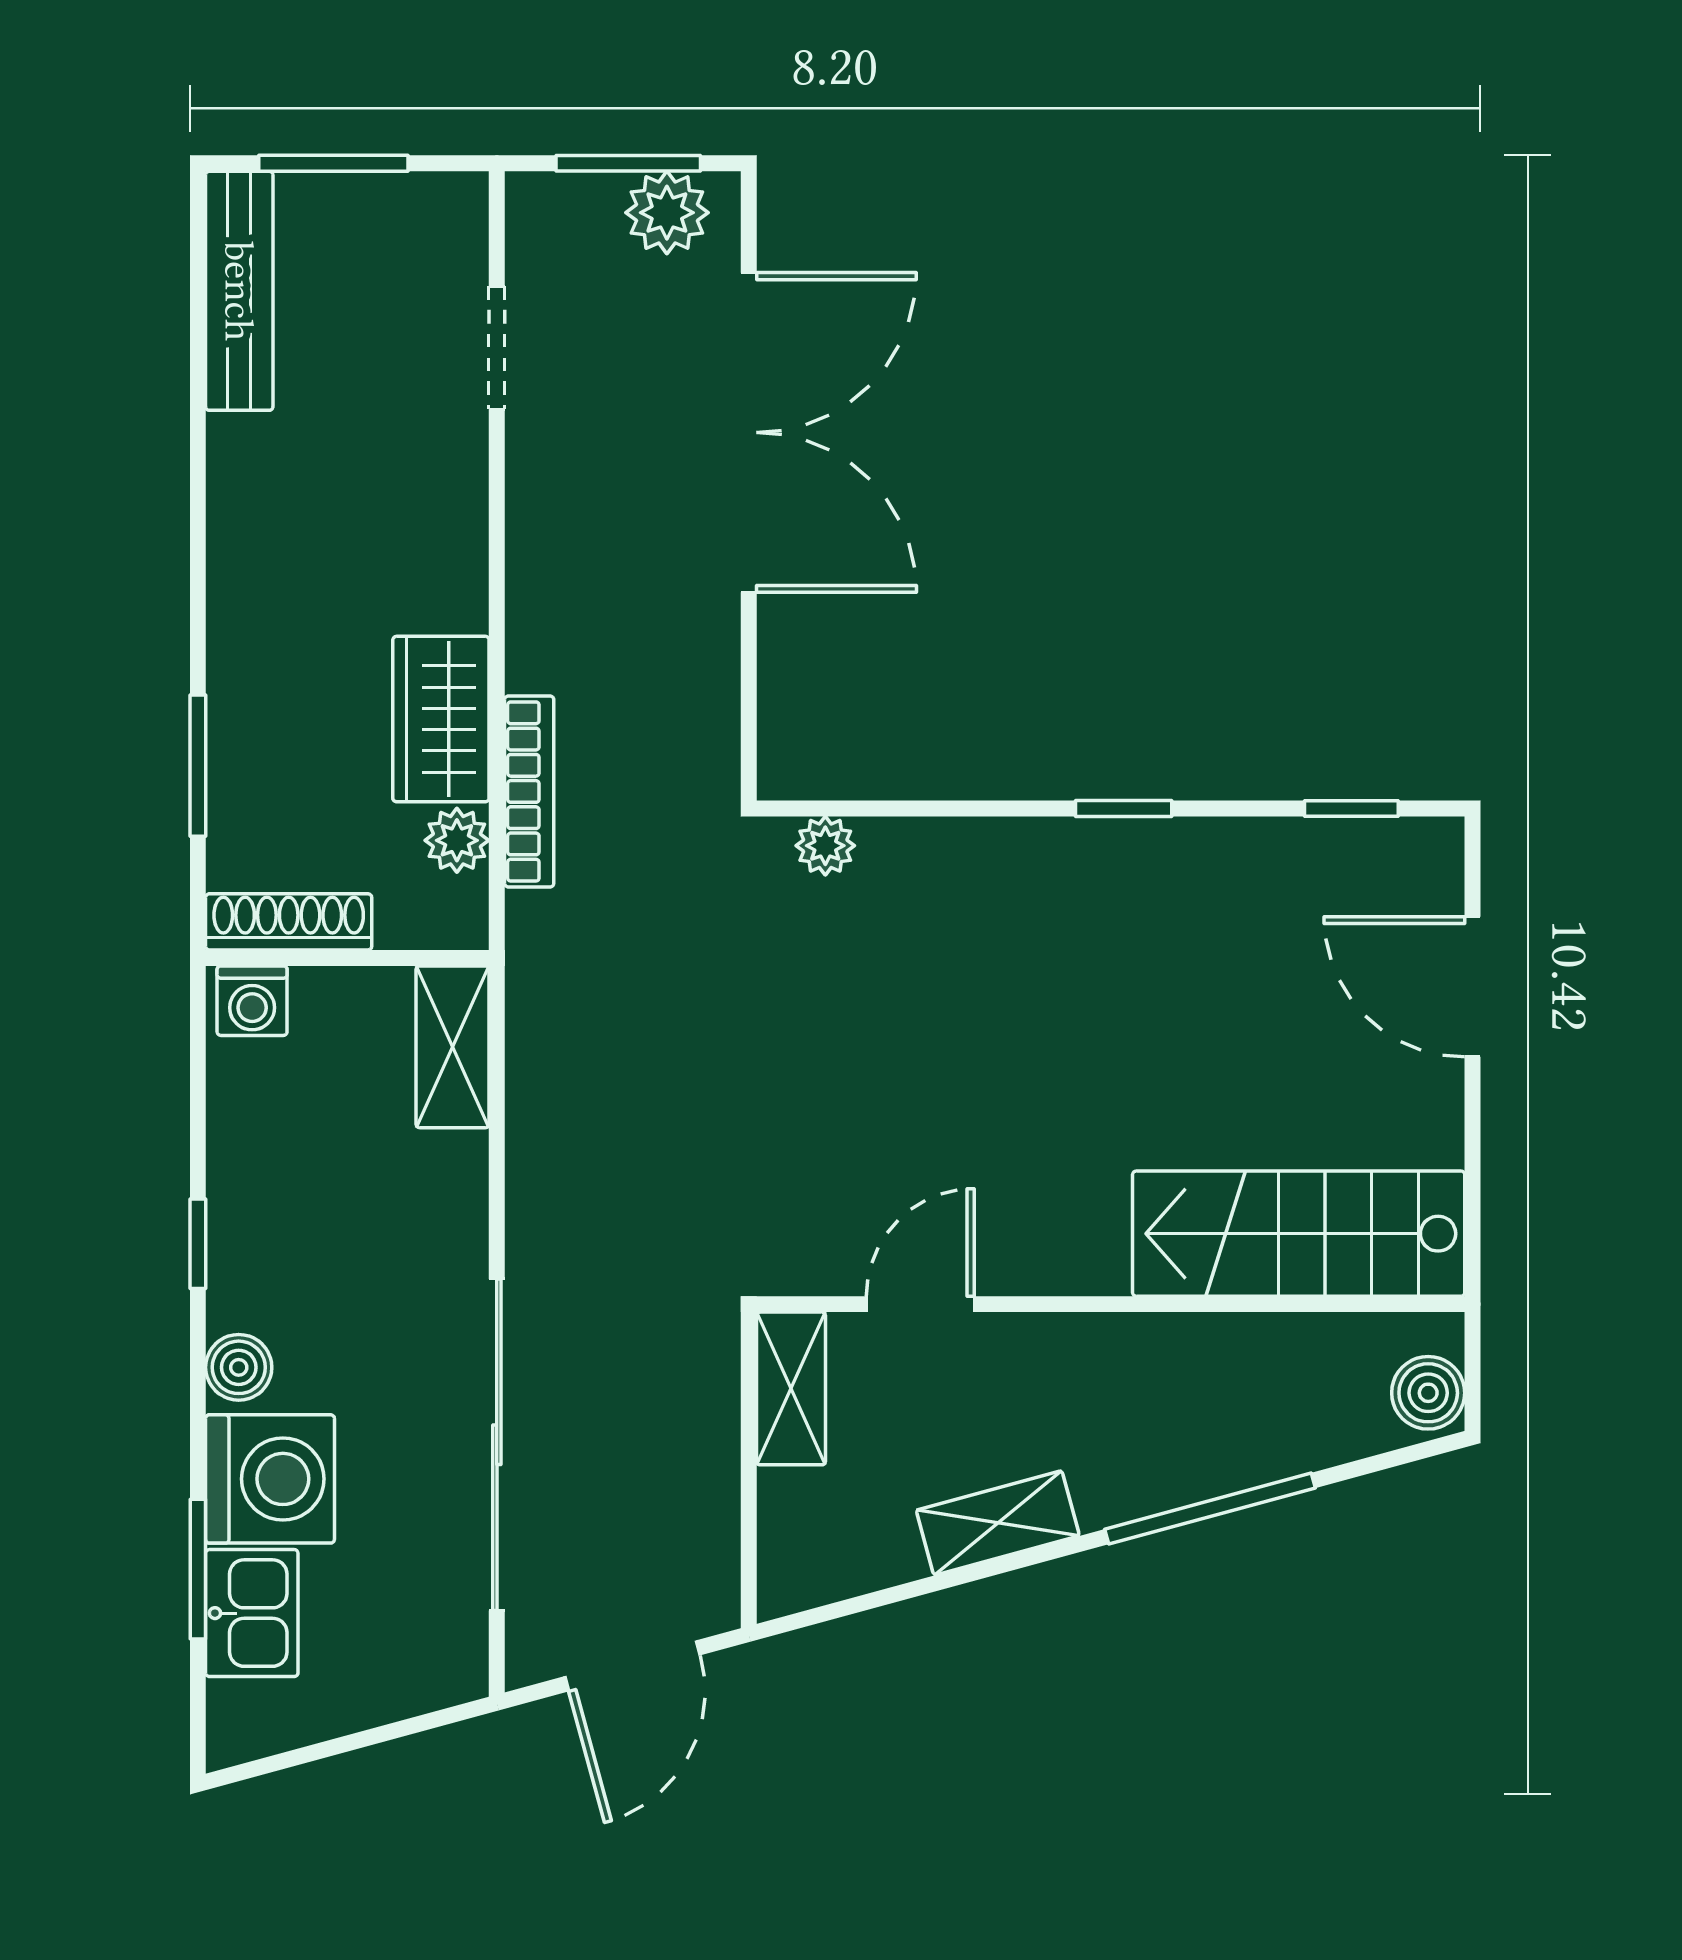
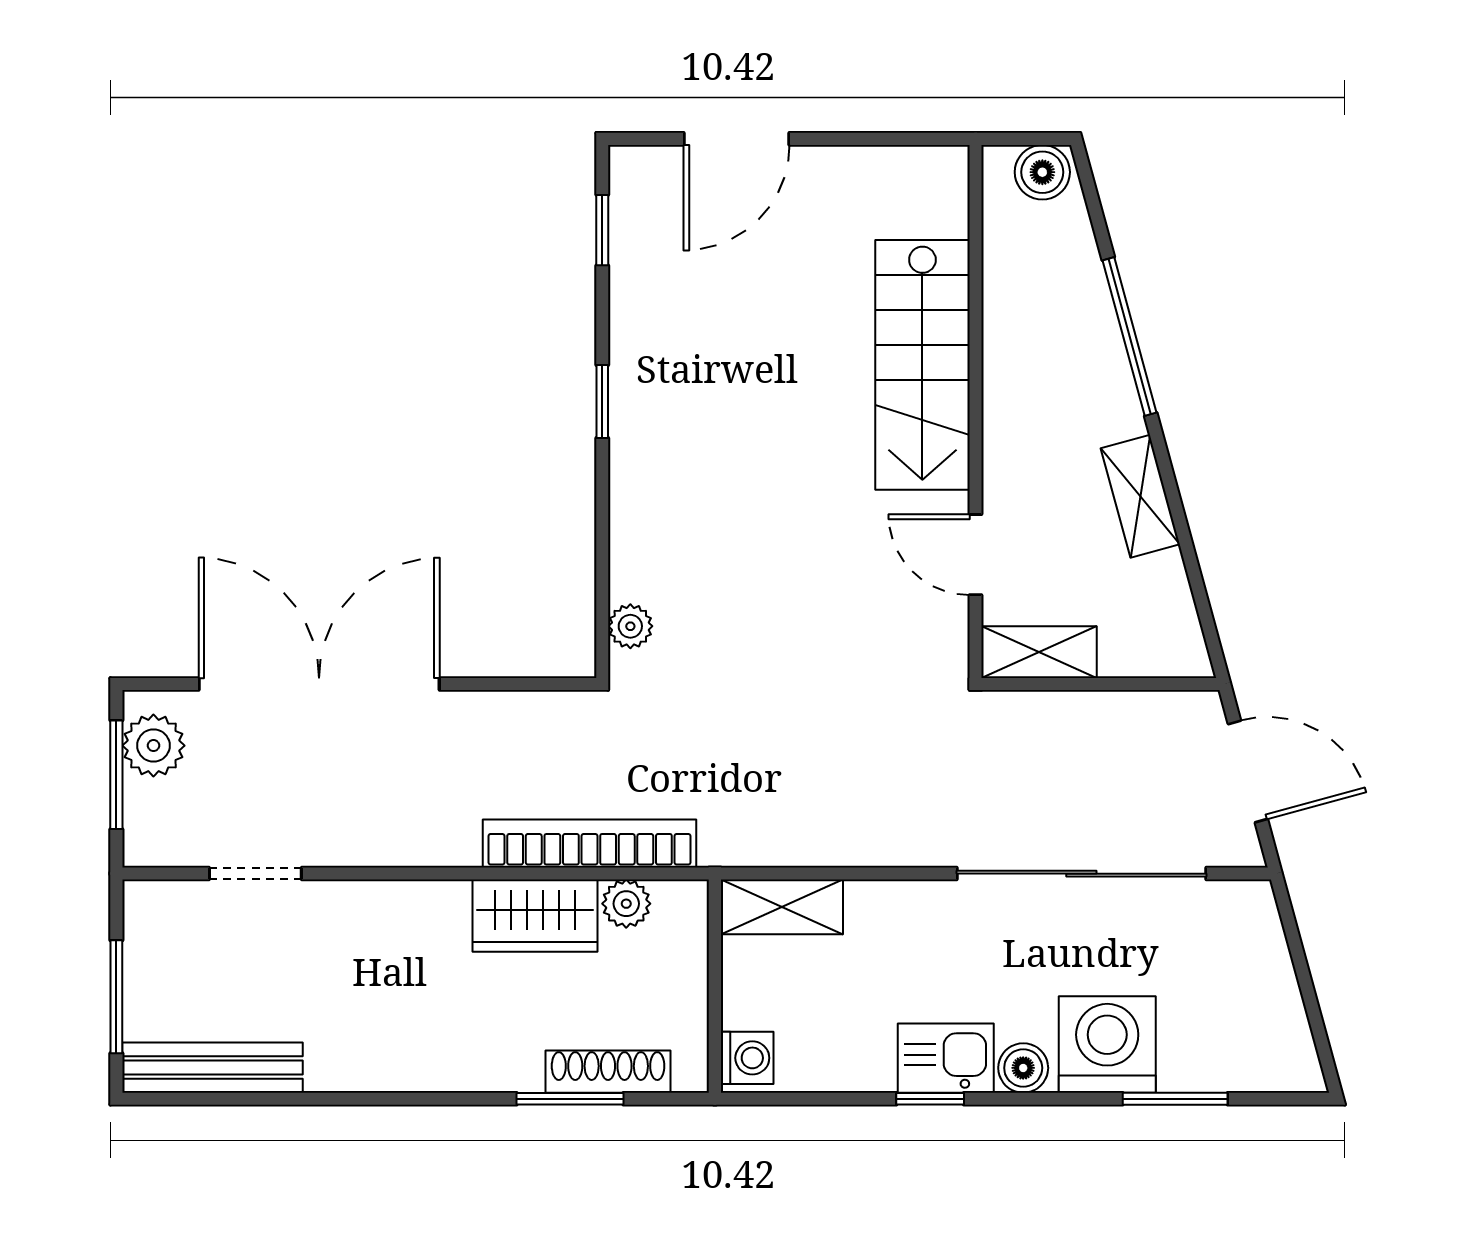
bookcase: (529, 791) -> (590, 843), width x1.48, depth x1.31
shoe rack: (289, 922) -> (608, 1072), moved, turned 90
stairs: (1299, 1234) -> (922, 365), moved
kitchen sink: (252, 1613) -> (946, 1058), moved

